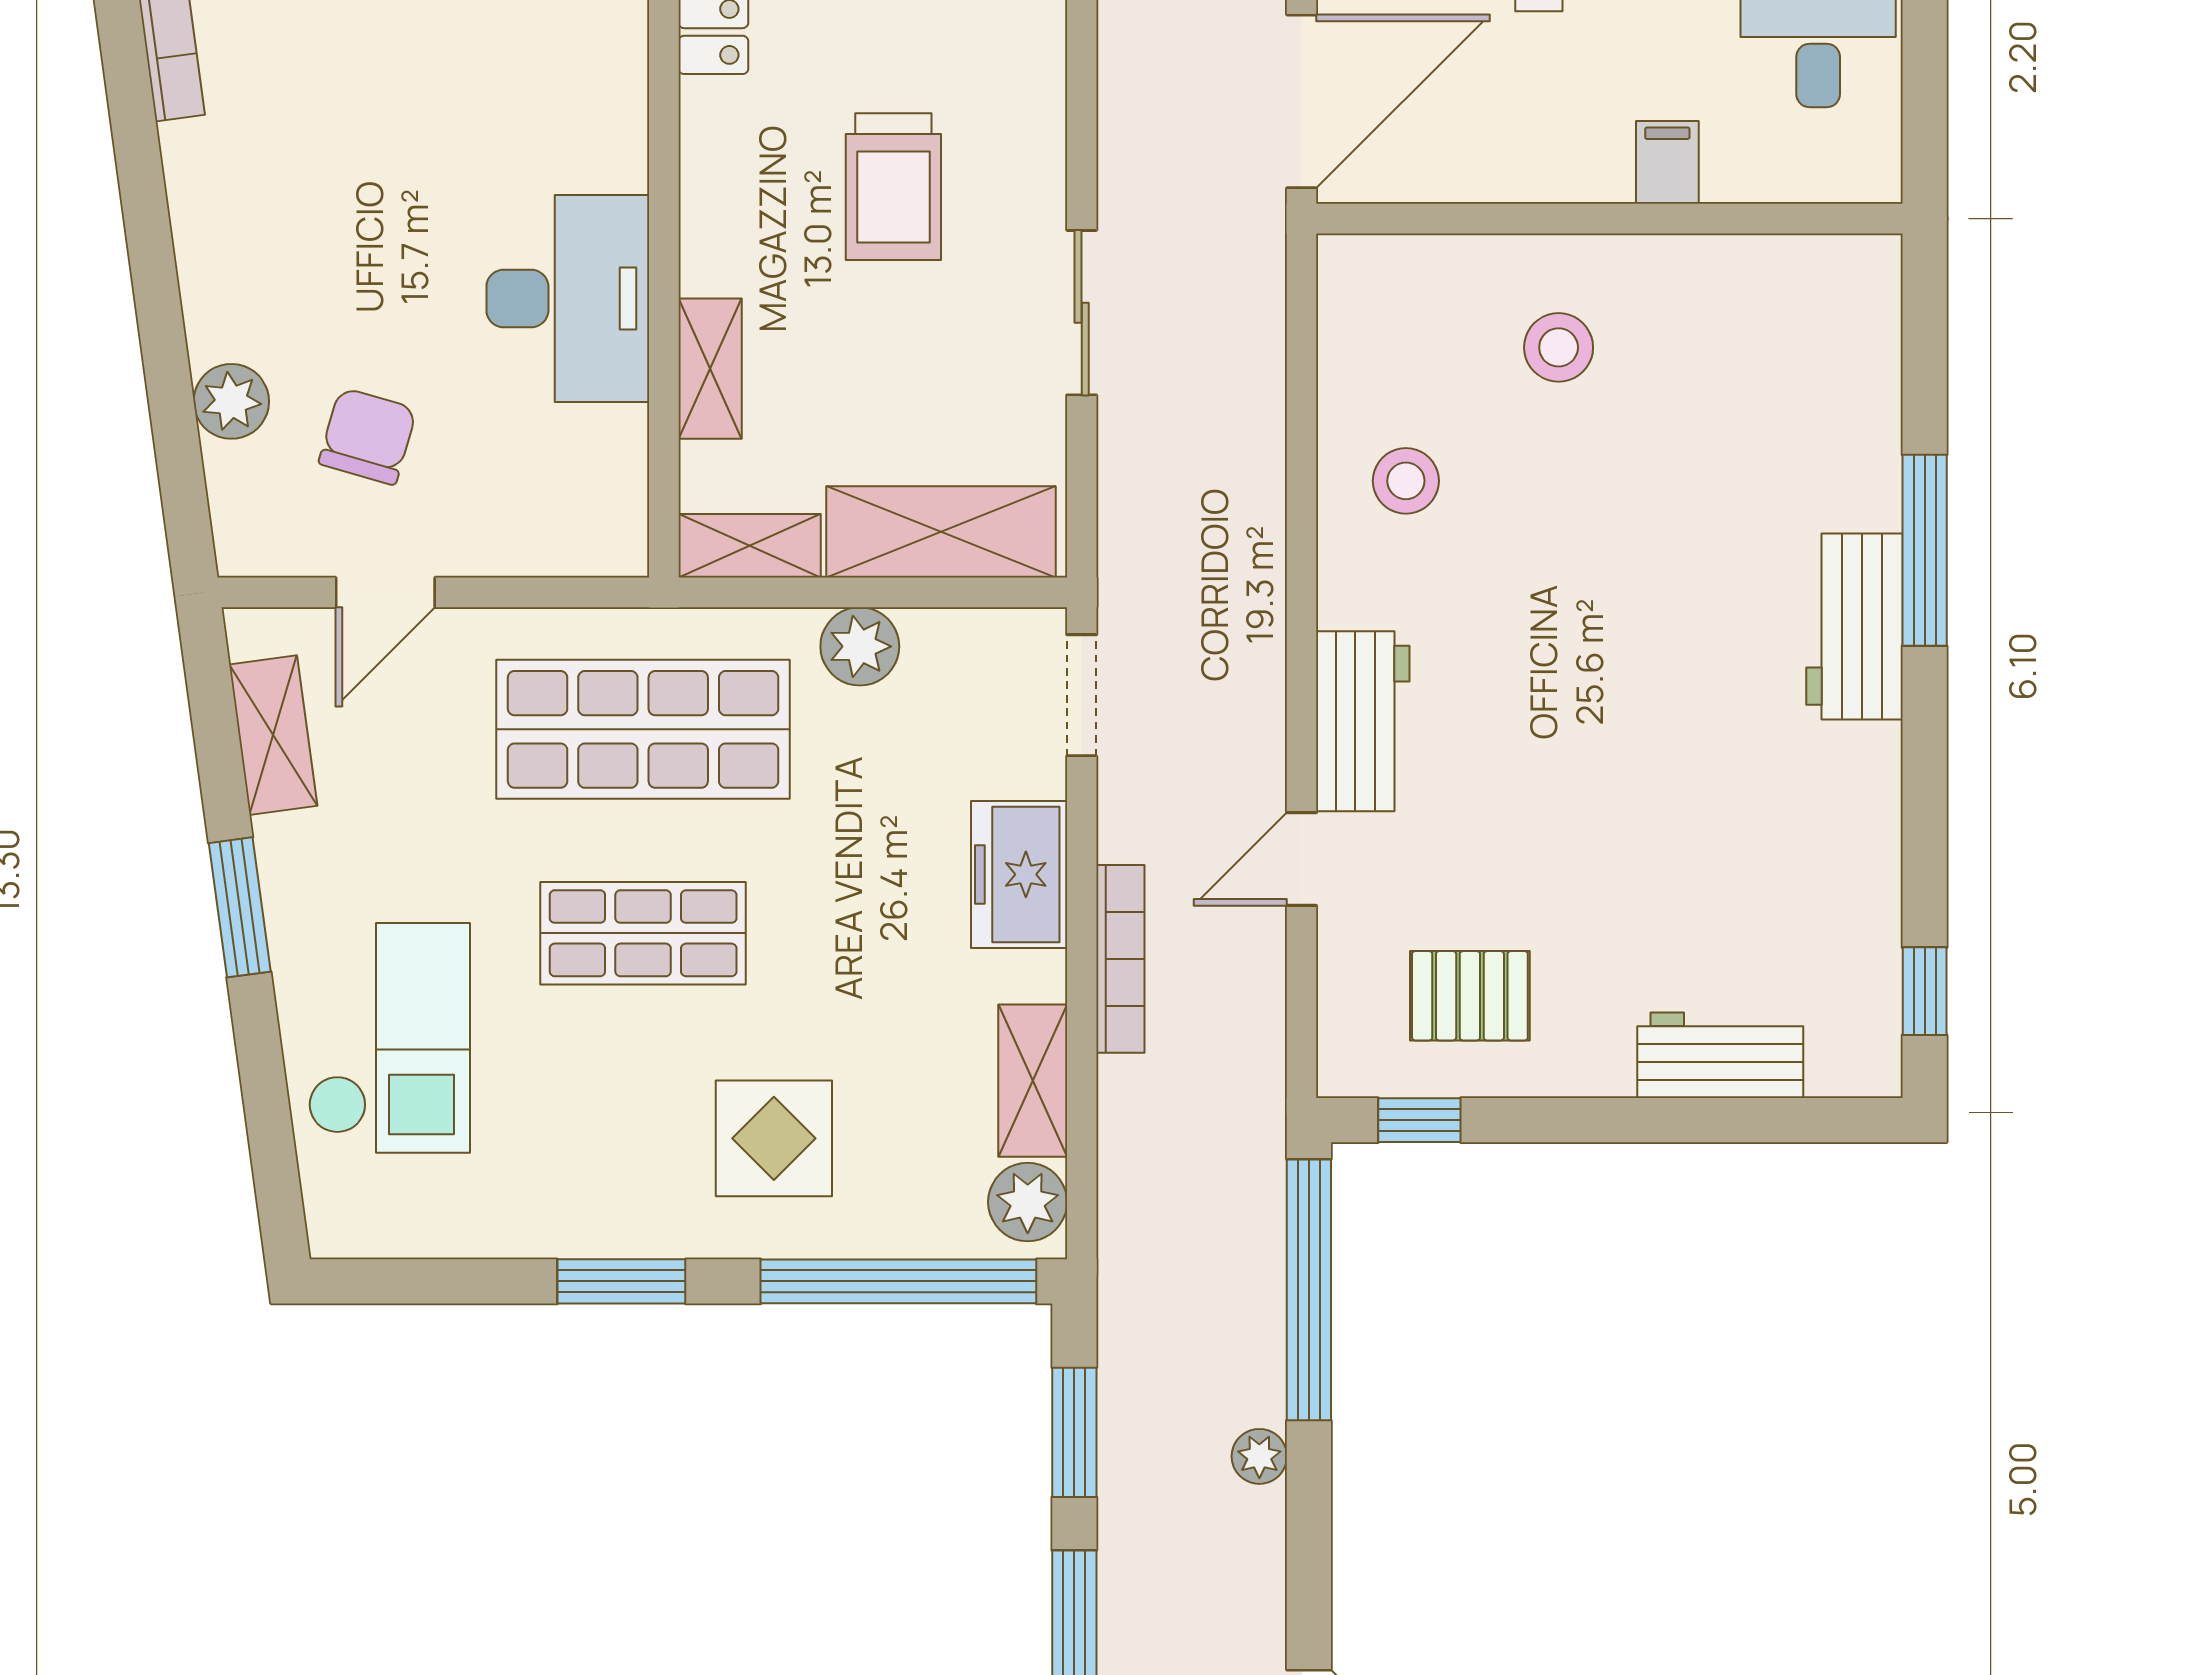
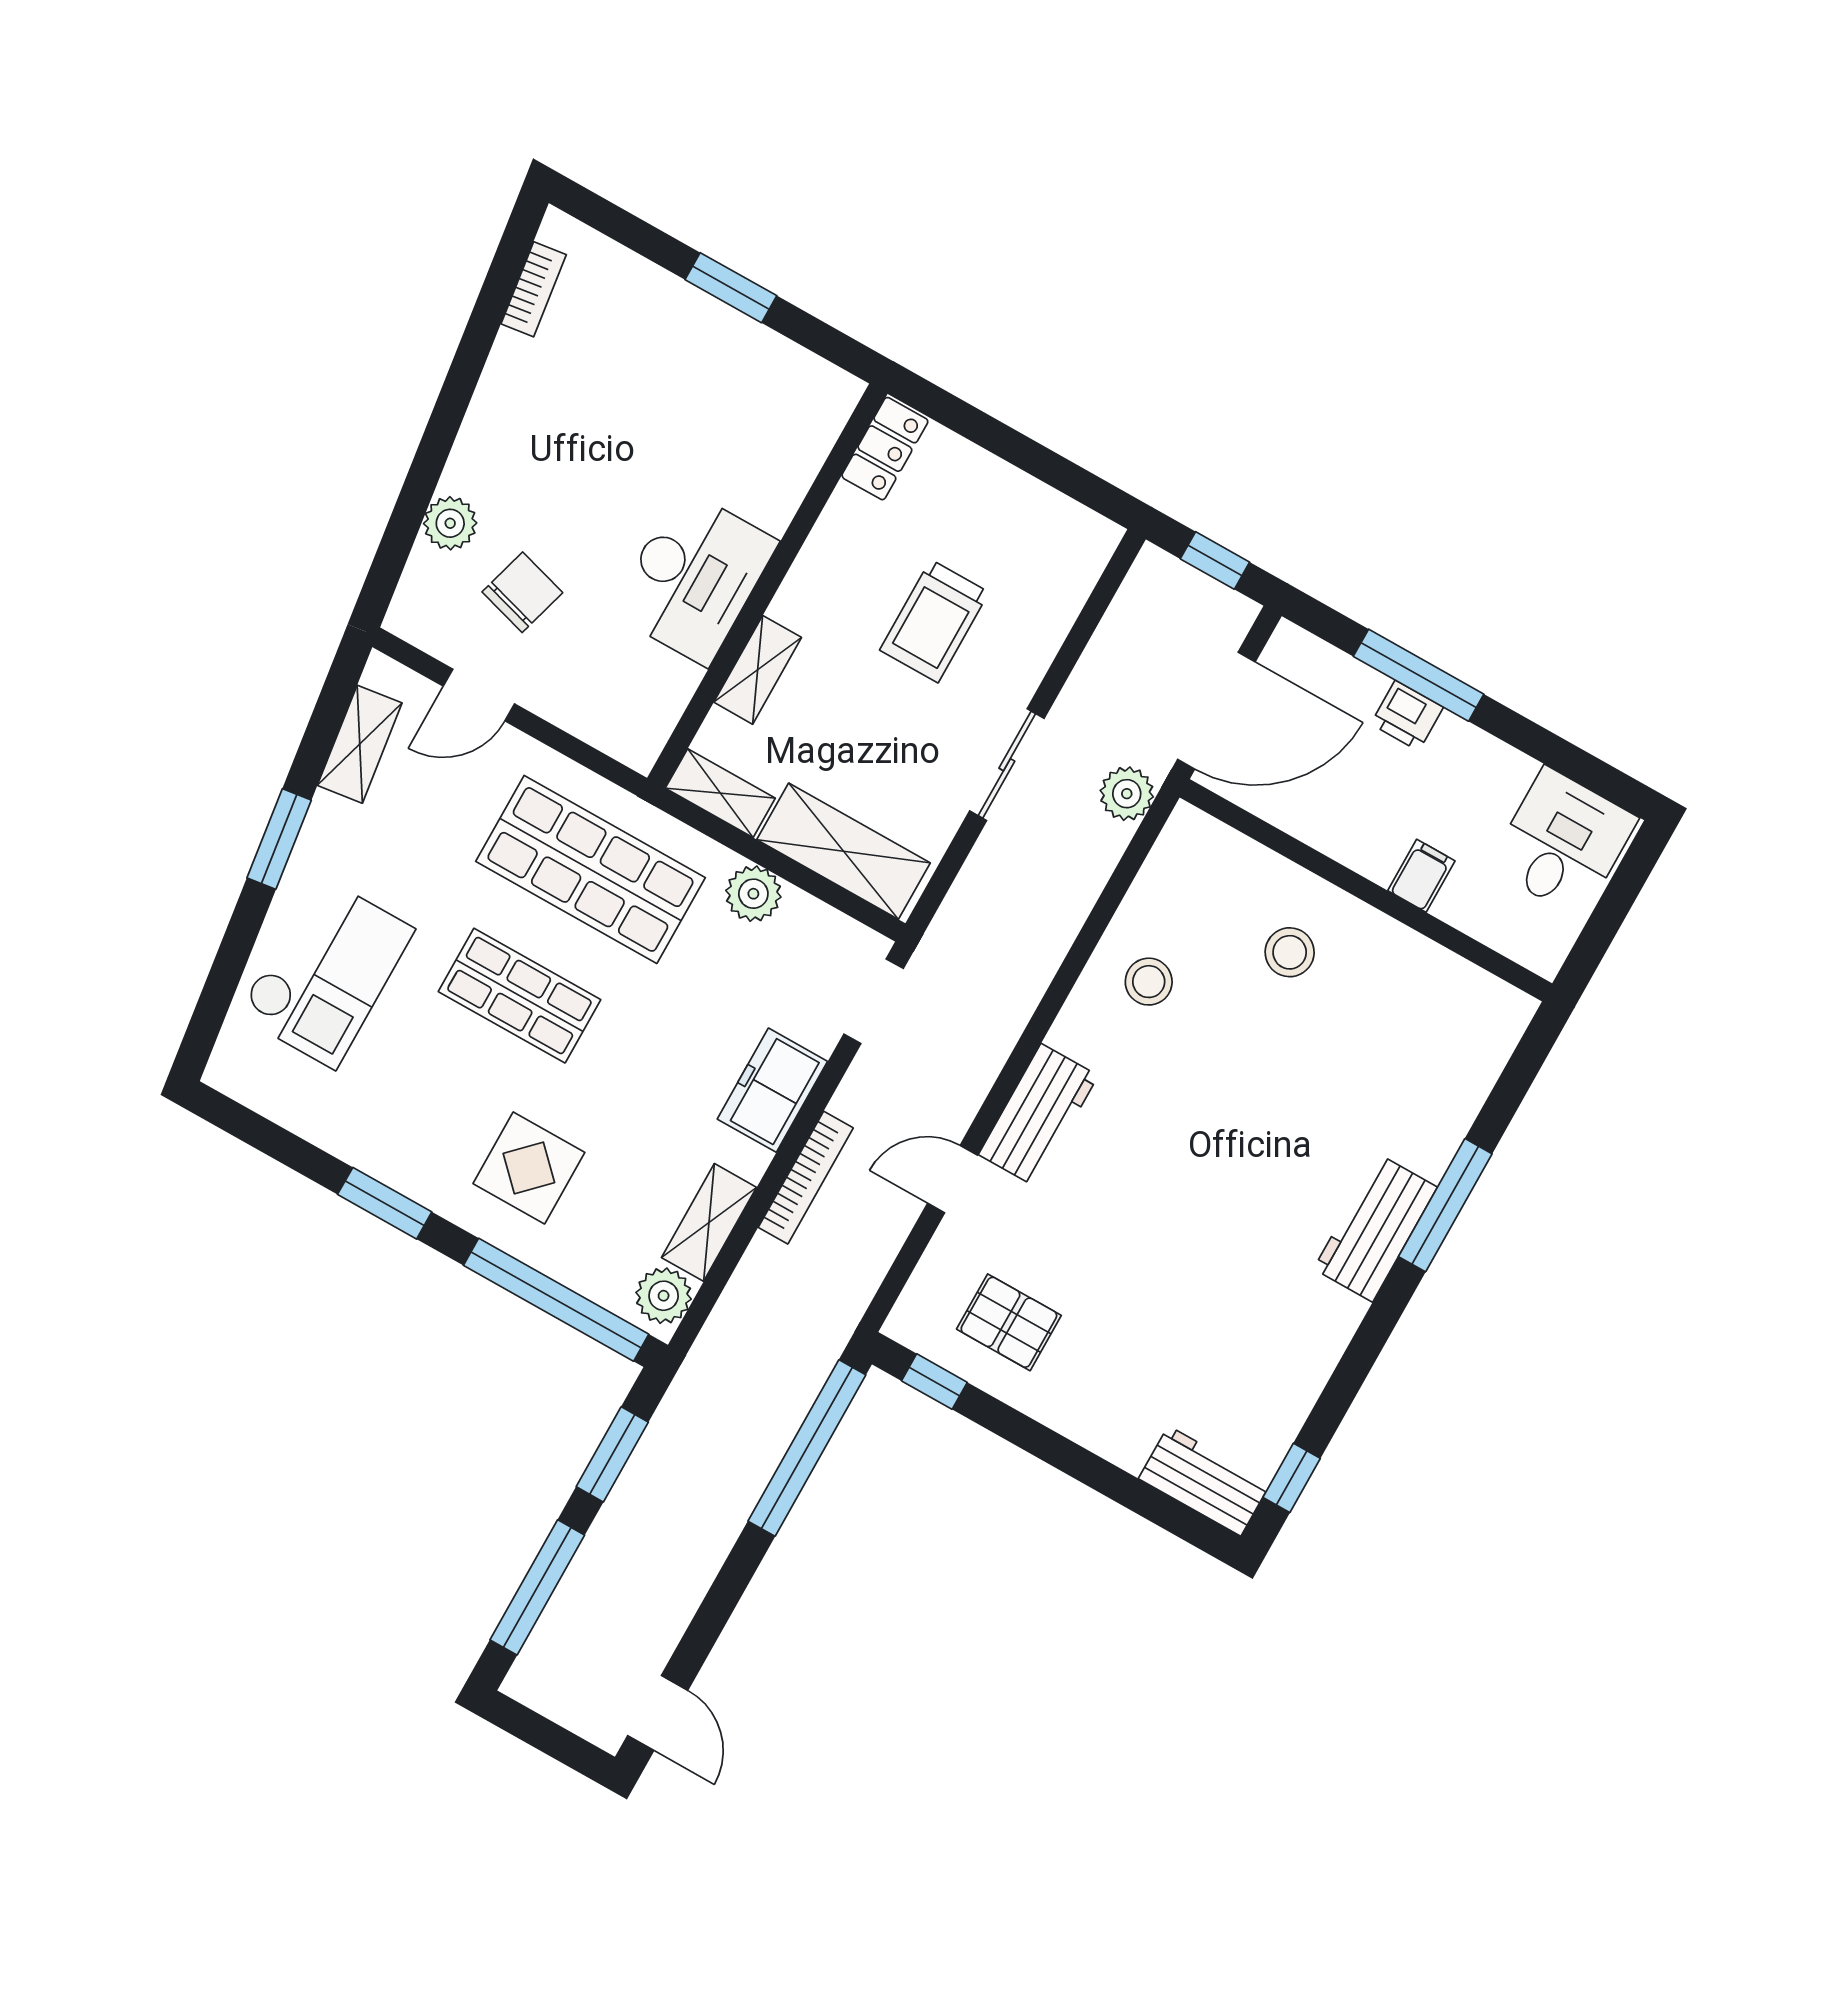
workbench: (1720, 1055) -> (1204, 1481), moved
plant: (1259, 1456) -> (1127, 794), moved, width x1.38, depth x1.38

